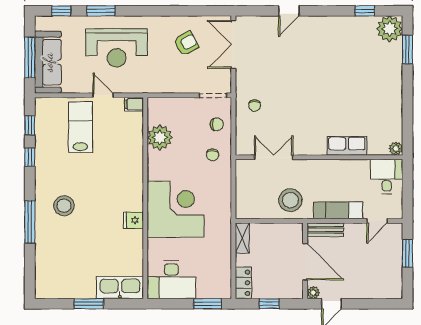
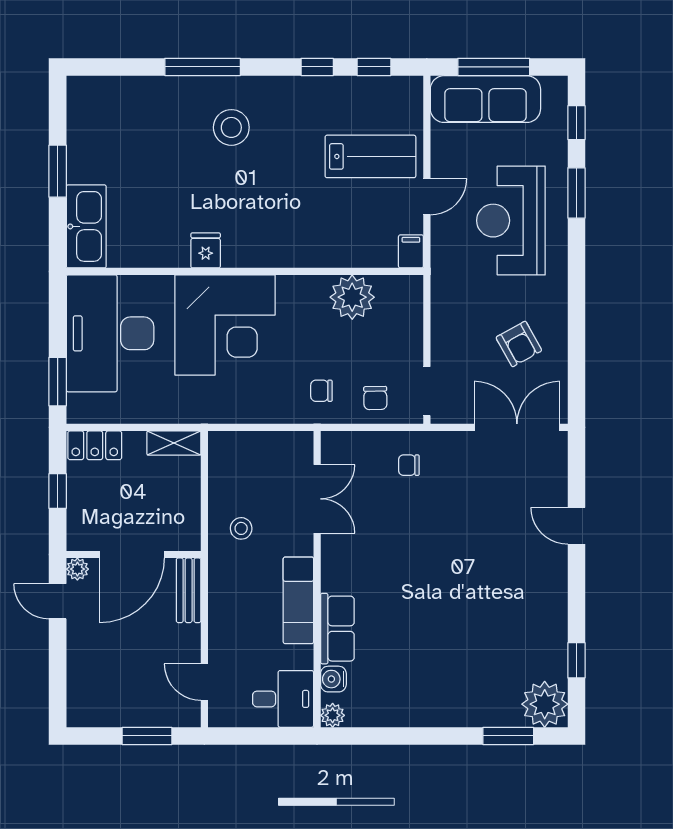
water cooler: (375, 148) -> (333, 679), added
stool: (290, 200) -> (241, 528), width x0.53, depth x0.53
exam couch: (338, 210) -> (298, 600), moved, turned 180
desk: (171, 280) -> (110, 333), width x1.36, depth x1.30

